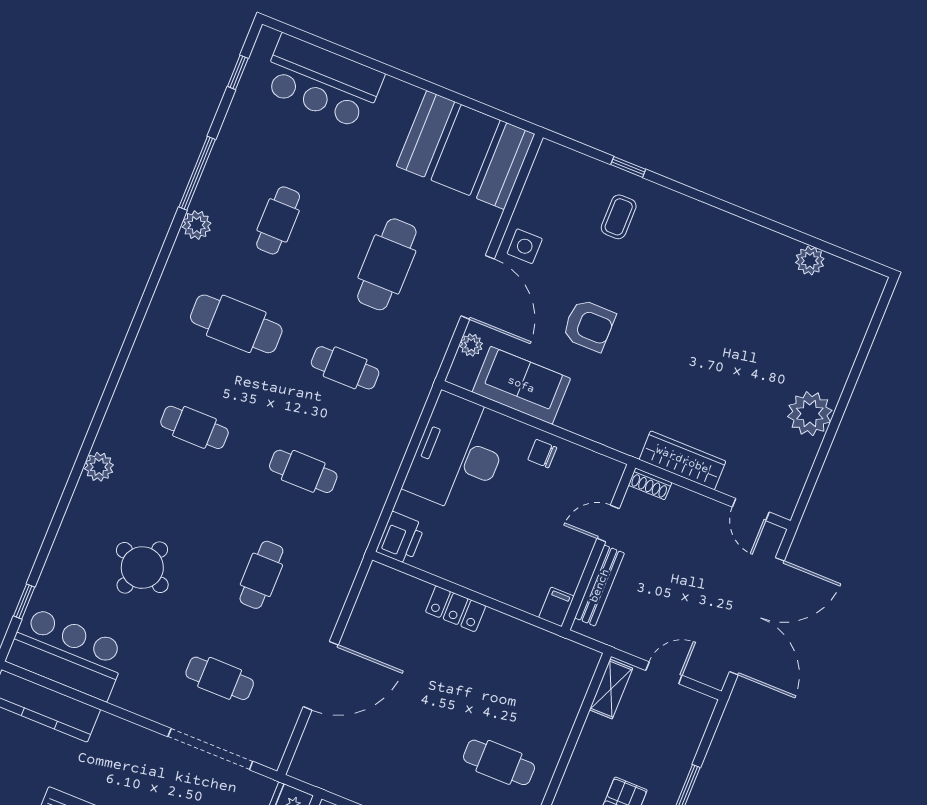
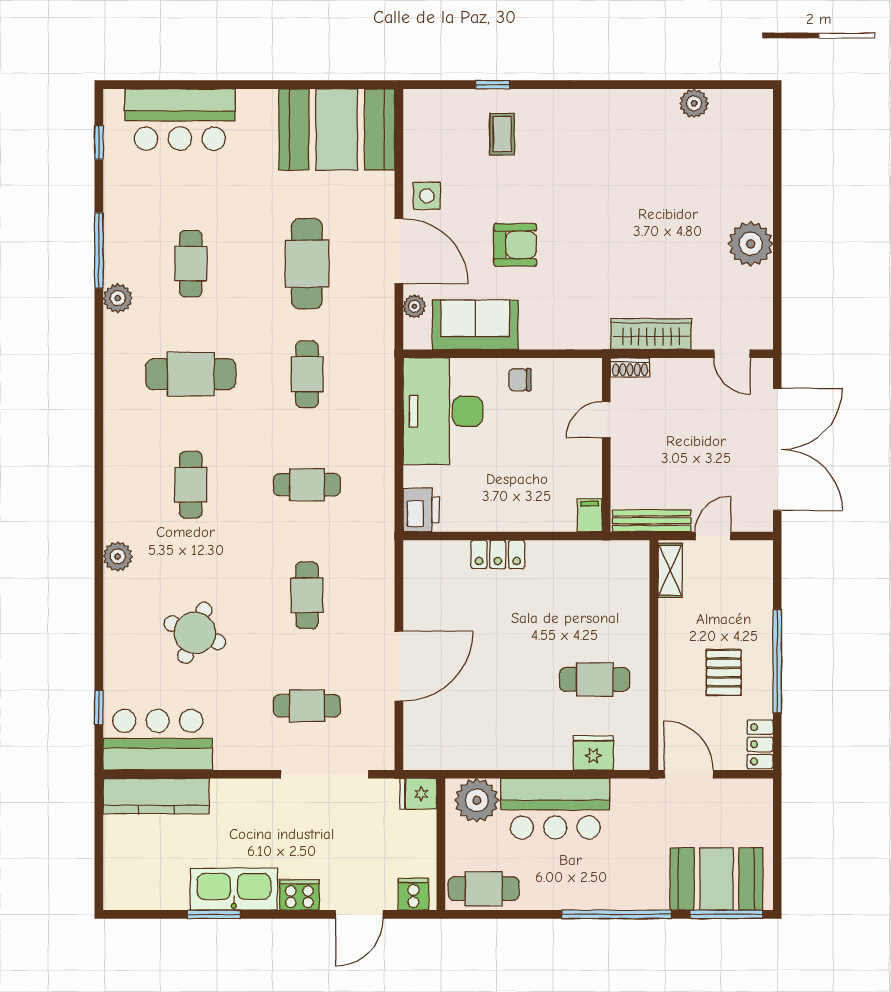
cafe table: (345, 368) -> (307, 374), turned 90
cafe table: (194, 427) -> (191, 485), turned 90
bench: (600, 586) -> (652, 521), moved, turned 90

